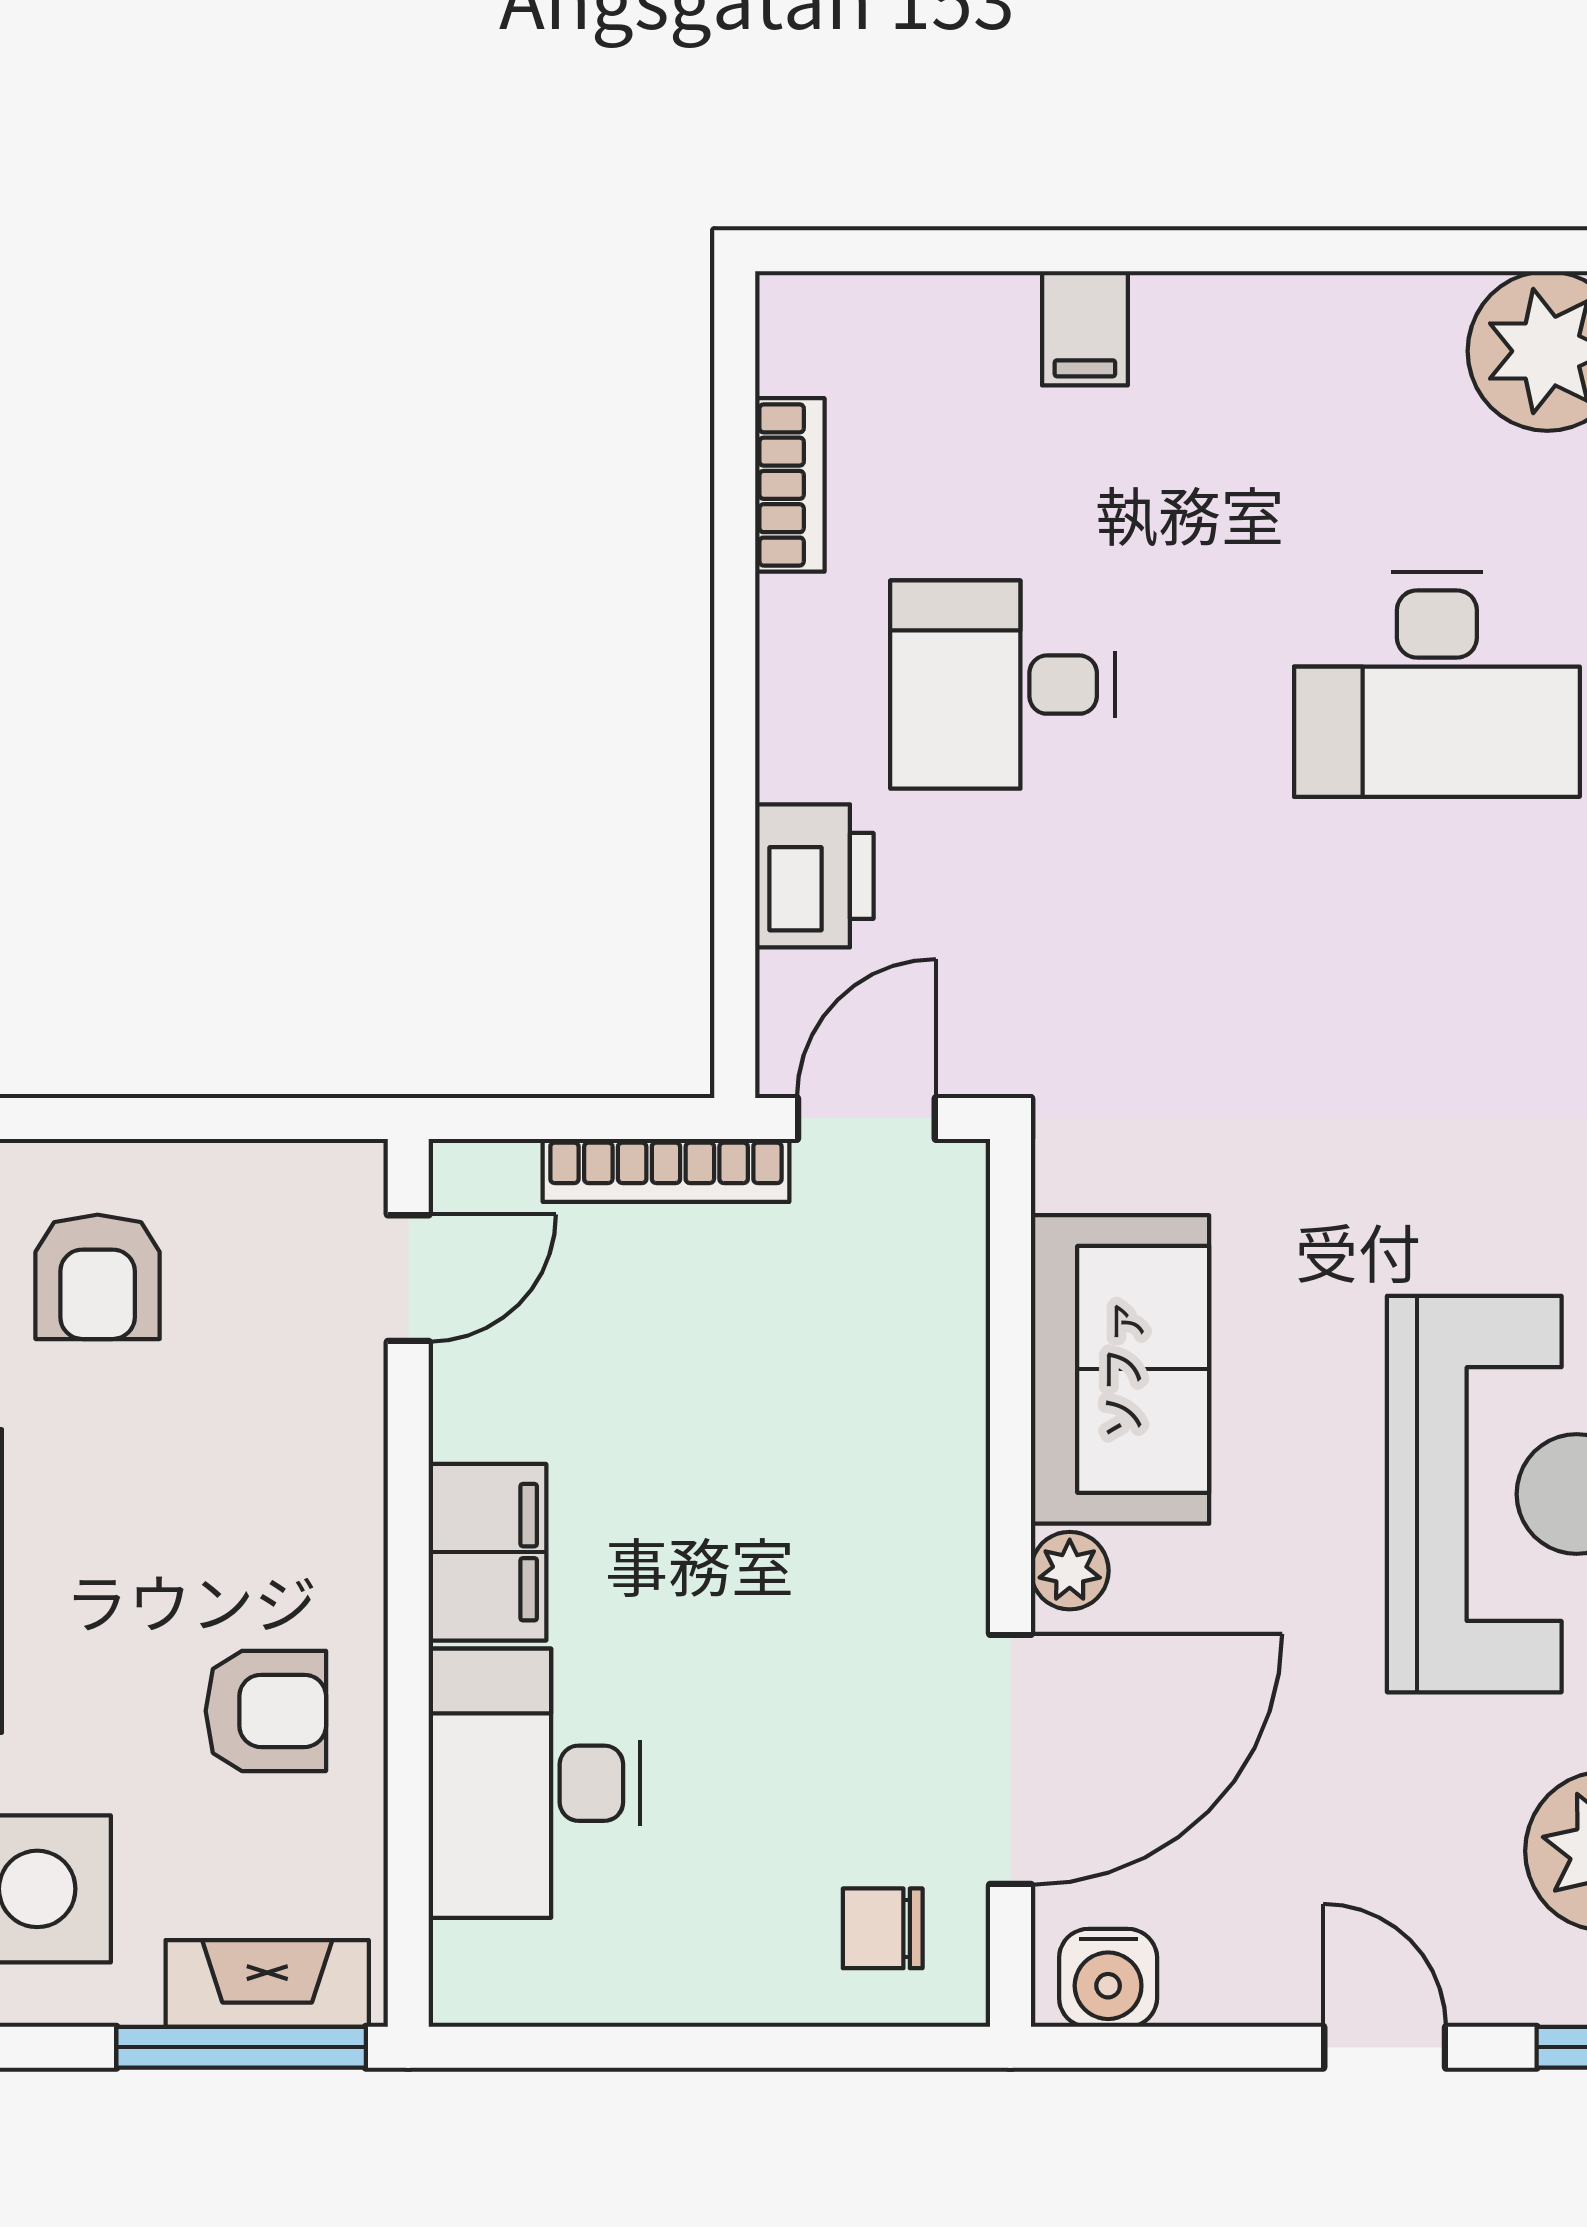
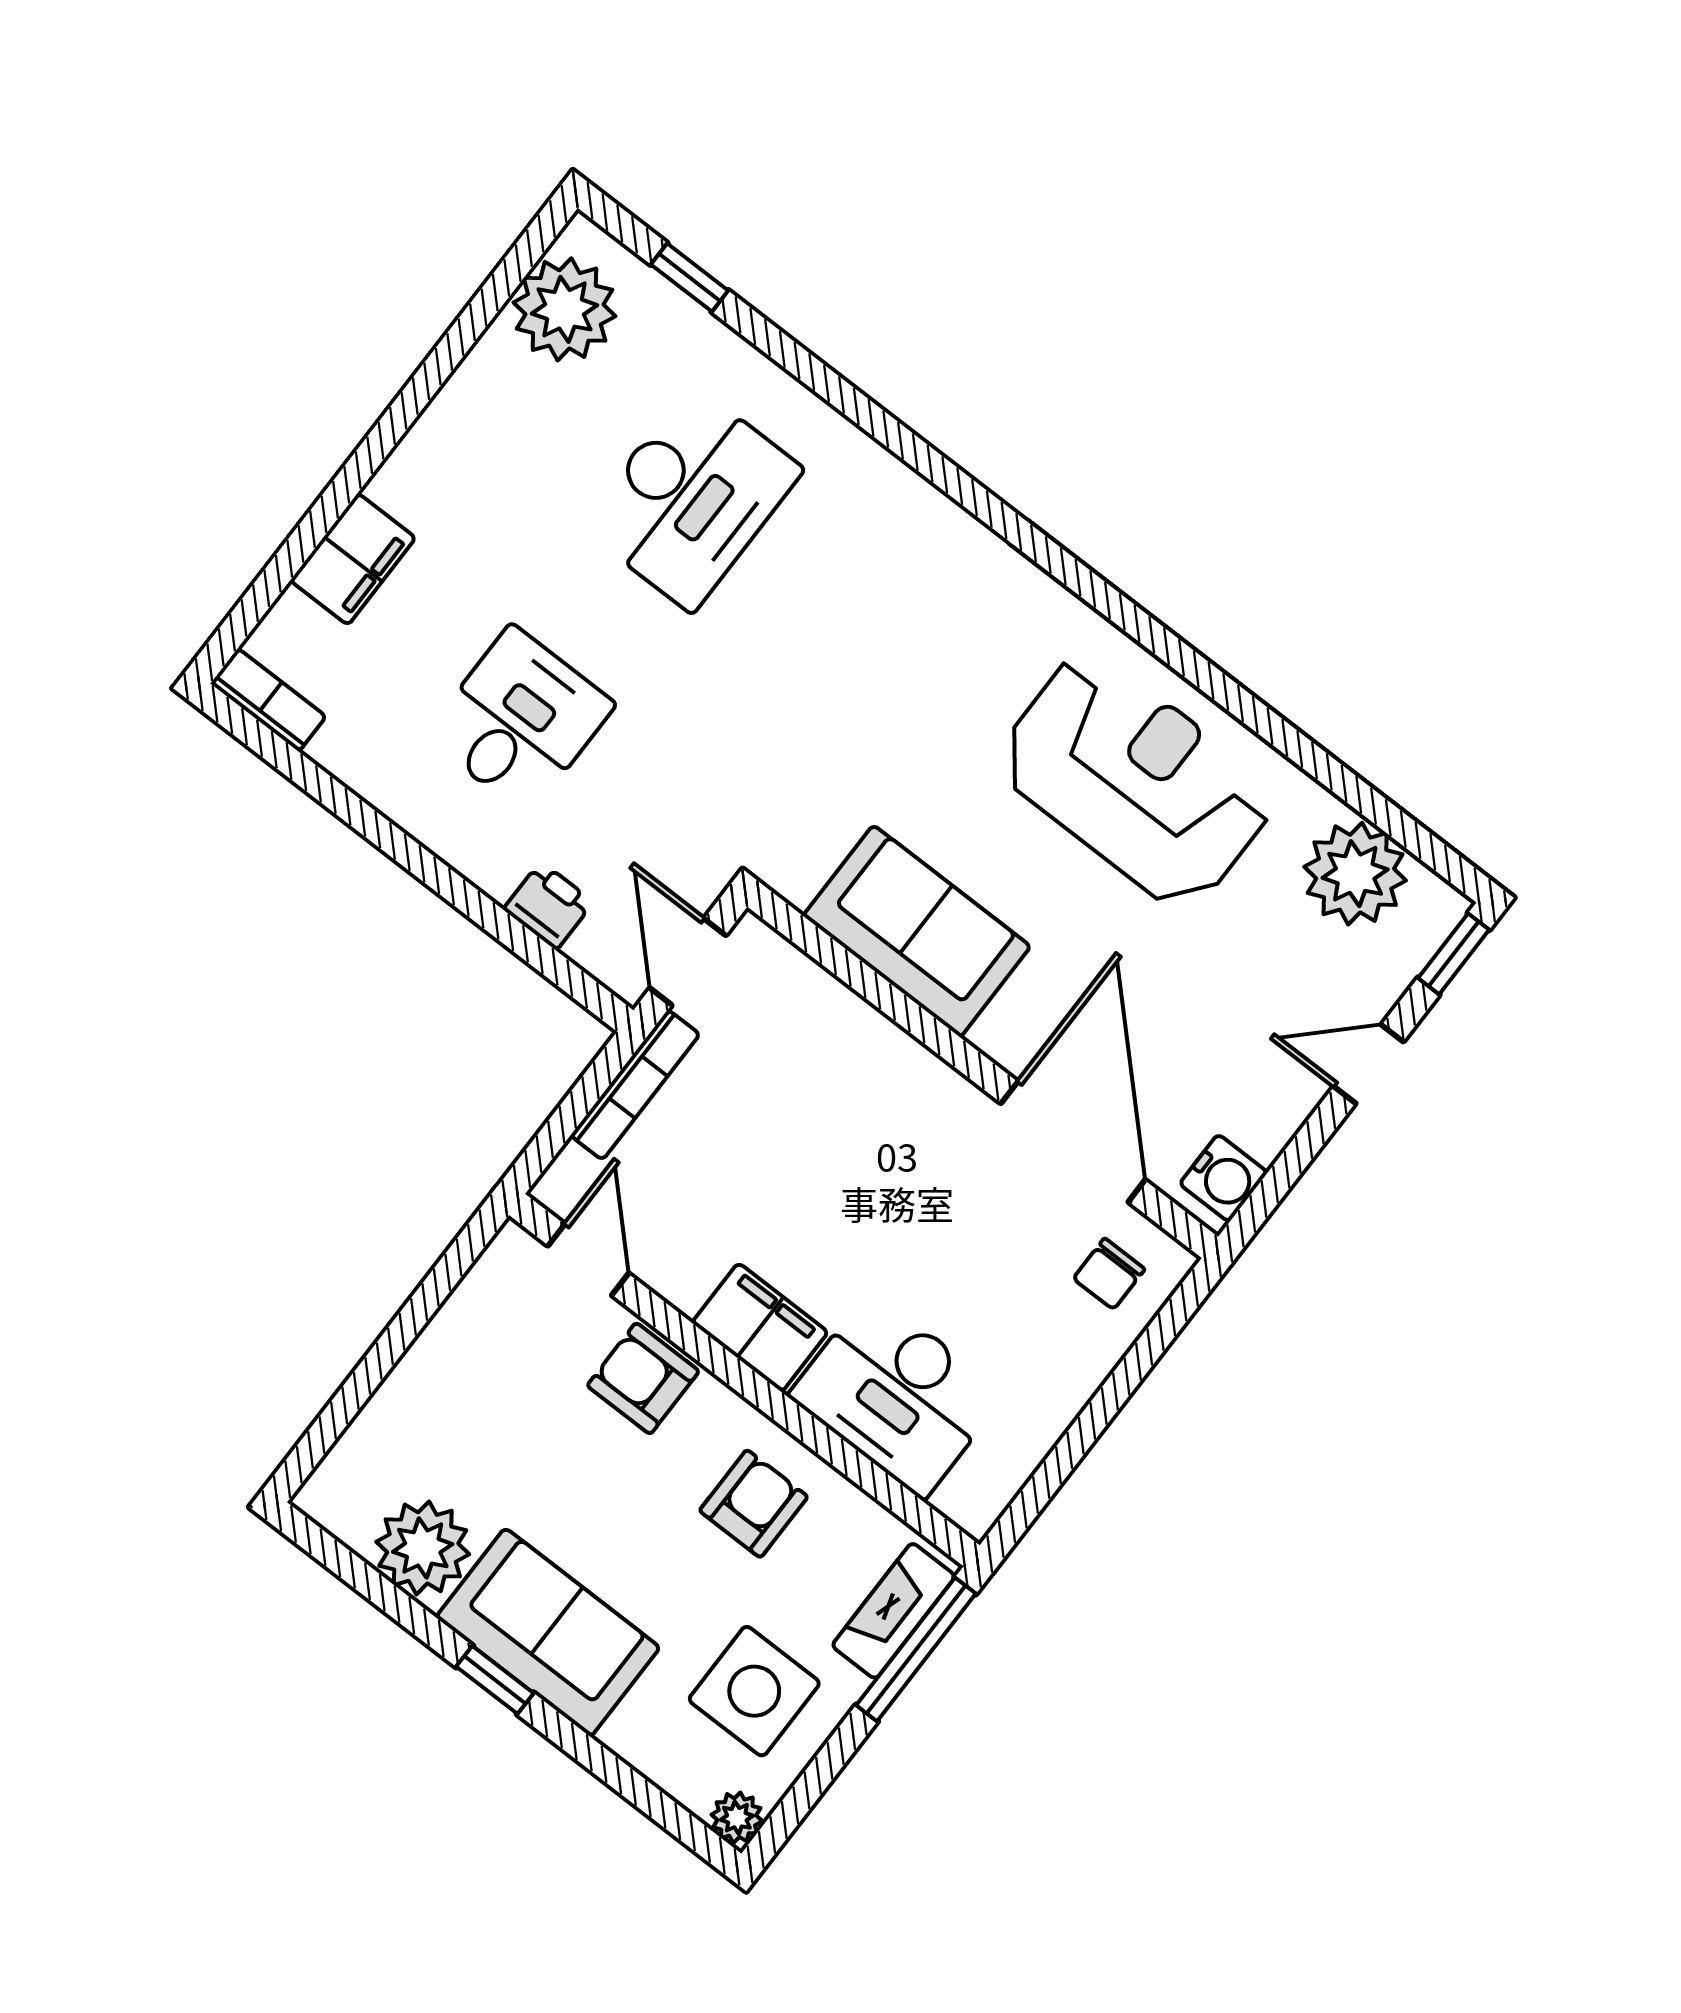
filing cabinet: (1085, 328) -> (353, 559), width x2.00
bookcase: (790, 485) -> (268, 700), moved
desk: (1002, 685) -> (520, 720), turned 180
printer: (814, 876) -> (548, 906), width x0.73, depth x0.81
armchair: (98, 1277) -> (643, 1378), moved, turned 180
plant: (1070, 1571) -> (1000, 1037), removed

